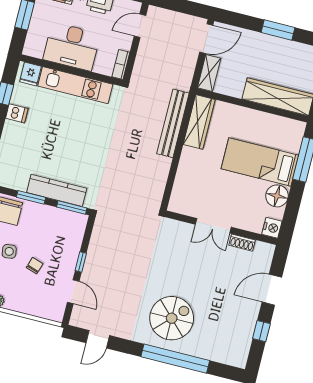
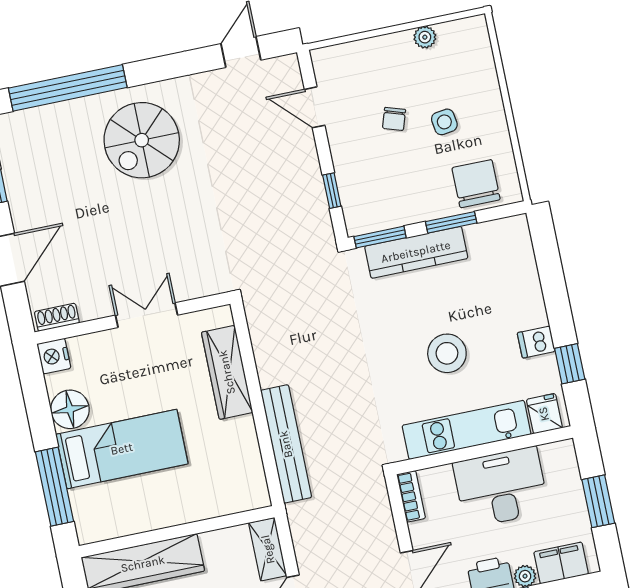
wardrobe: (199, 122) -> (227, 372), moved
stool: (66, 130) -> (447, 353), added
shoe rack: (242, 243) -> (57, 317), moved
window: (81, 262) -> (332, 191), moved
window: (175, 359) -> (68, 88), moved

